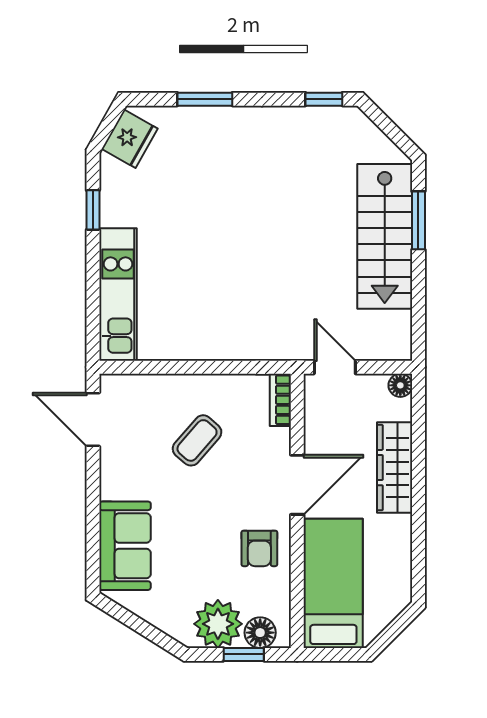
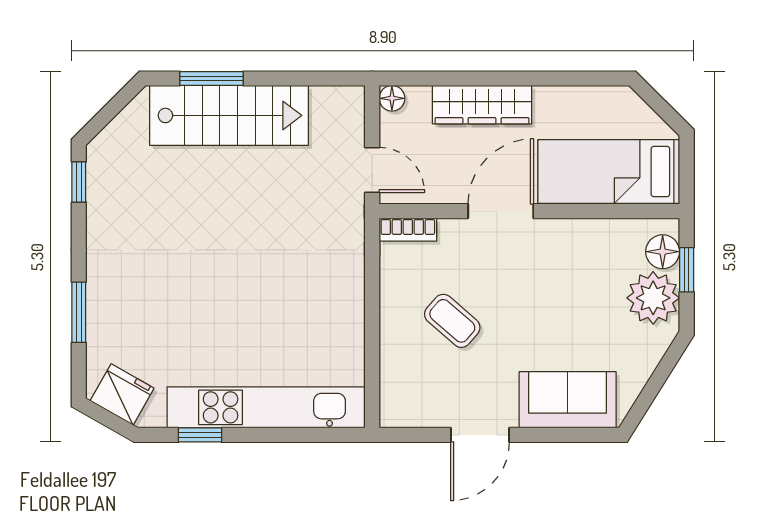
kitchen unit: (118, 294) -> (266, 407), width x1.36
door: (335, 367) -> (372, 170), swing flipped
door: (93, 419) -> (480, 435), moved
door: (297, 485) -> (501, 211), hinge flipped
armchair: (259, 548) -> (571, 253), removed

